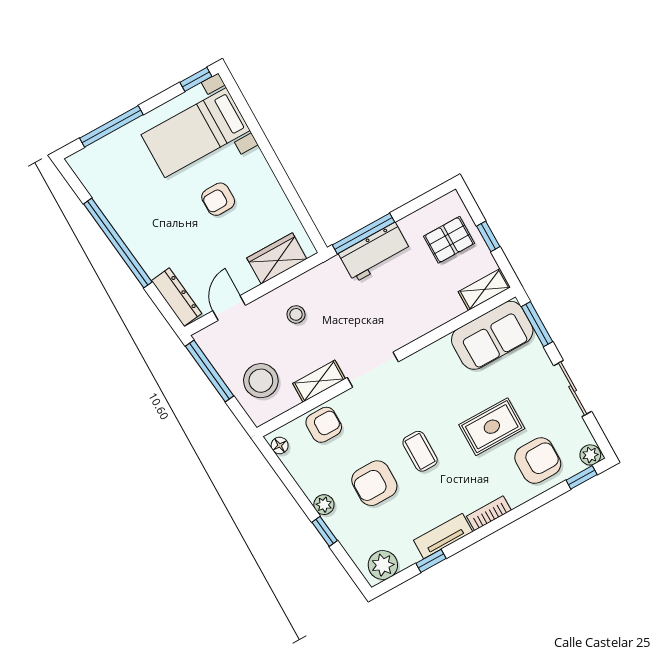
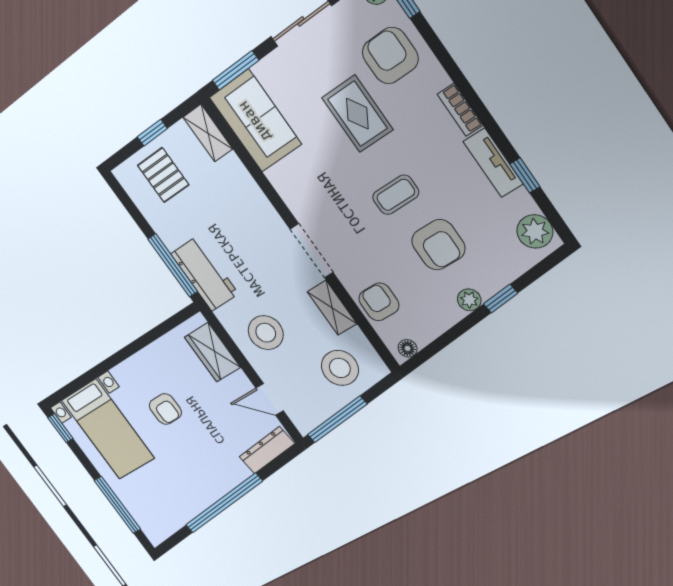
workbench: (375, 252) -> (204, 274), moved
stool: (296, 314) -> (266, 333), width x1.89, depth x1.89

